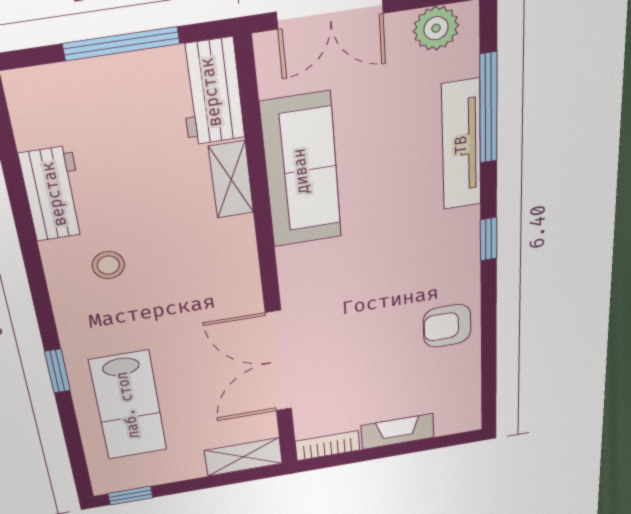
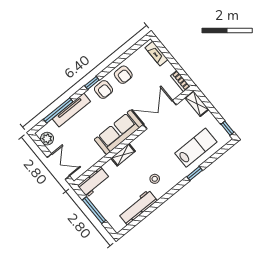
sofa: (301, 171) -> (119, 132), moved
shelving: (231, 180) -> (123, 155), moved
workbench: (54, 194) -> (138, 207), width x1.38
armchair: (449, 259) -> (104, 90), added
double door: (279, 362) -> (160, 115), swing flipped
fireplace: (398, 431) -> (156, 54), moved

